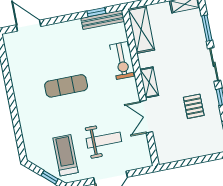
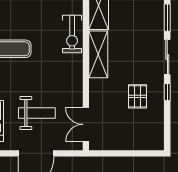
shelving: (149, 82) -> (98, 54), width x1.50, depth x1.33
double door: (146, 117) -> (86, 124), moved

